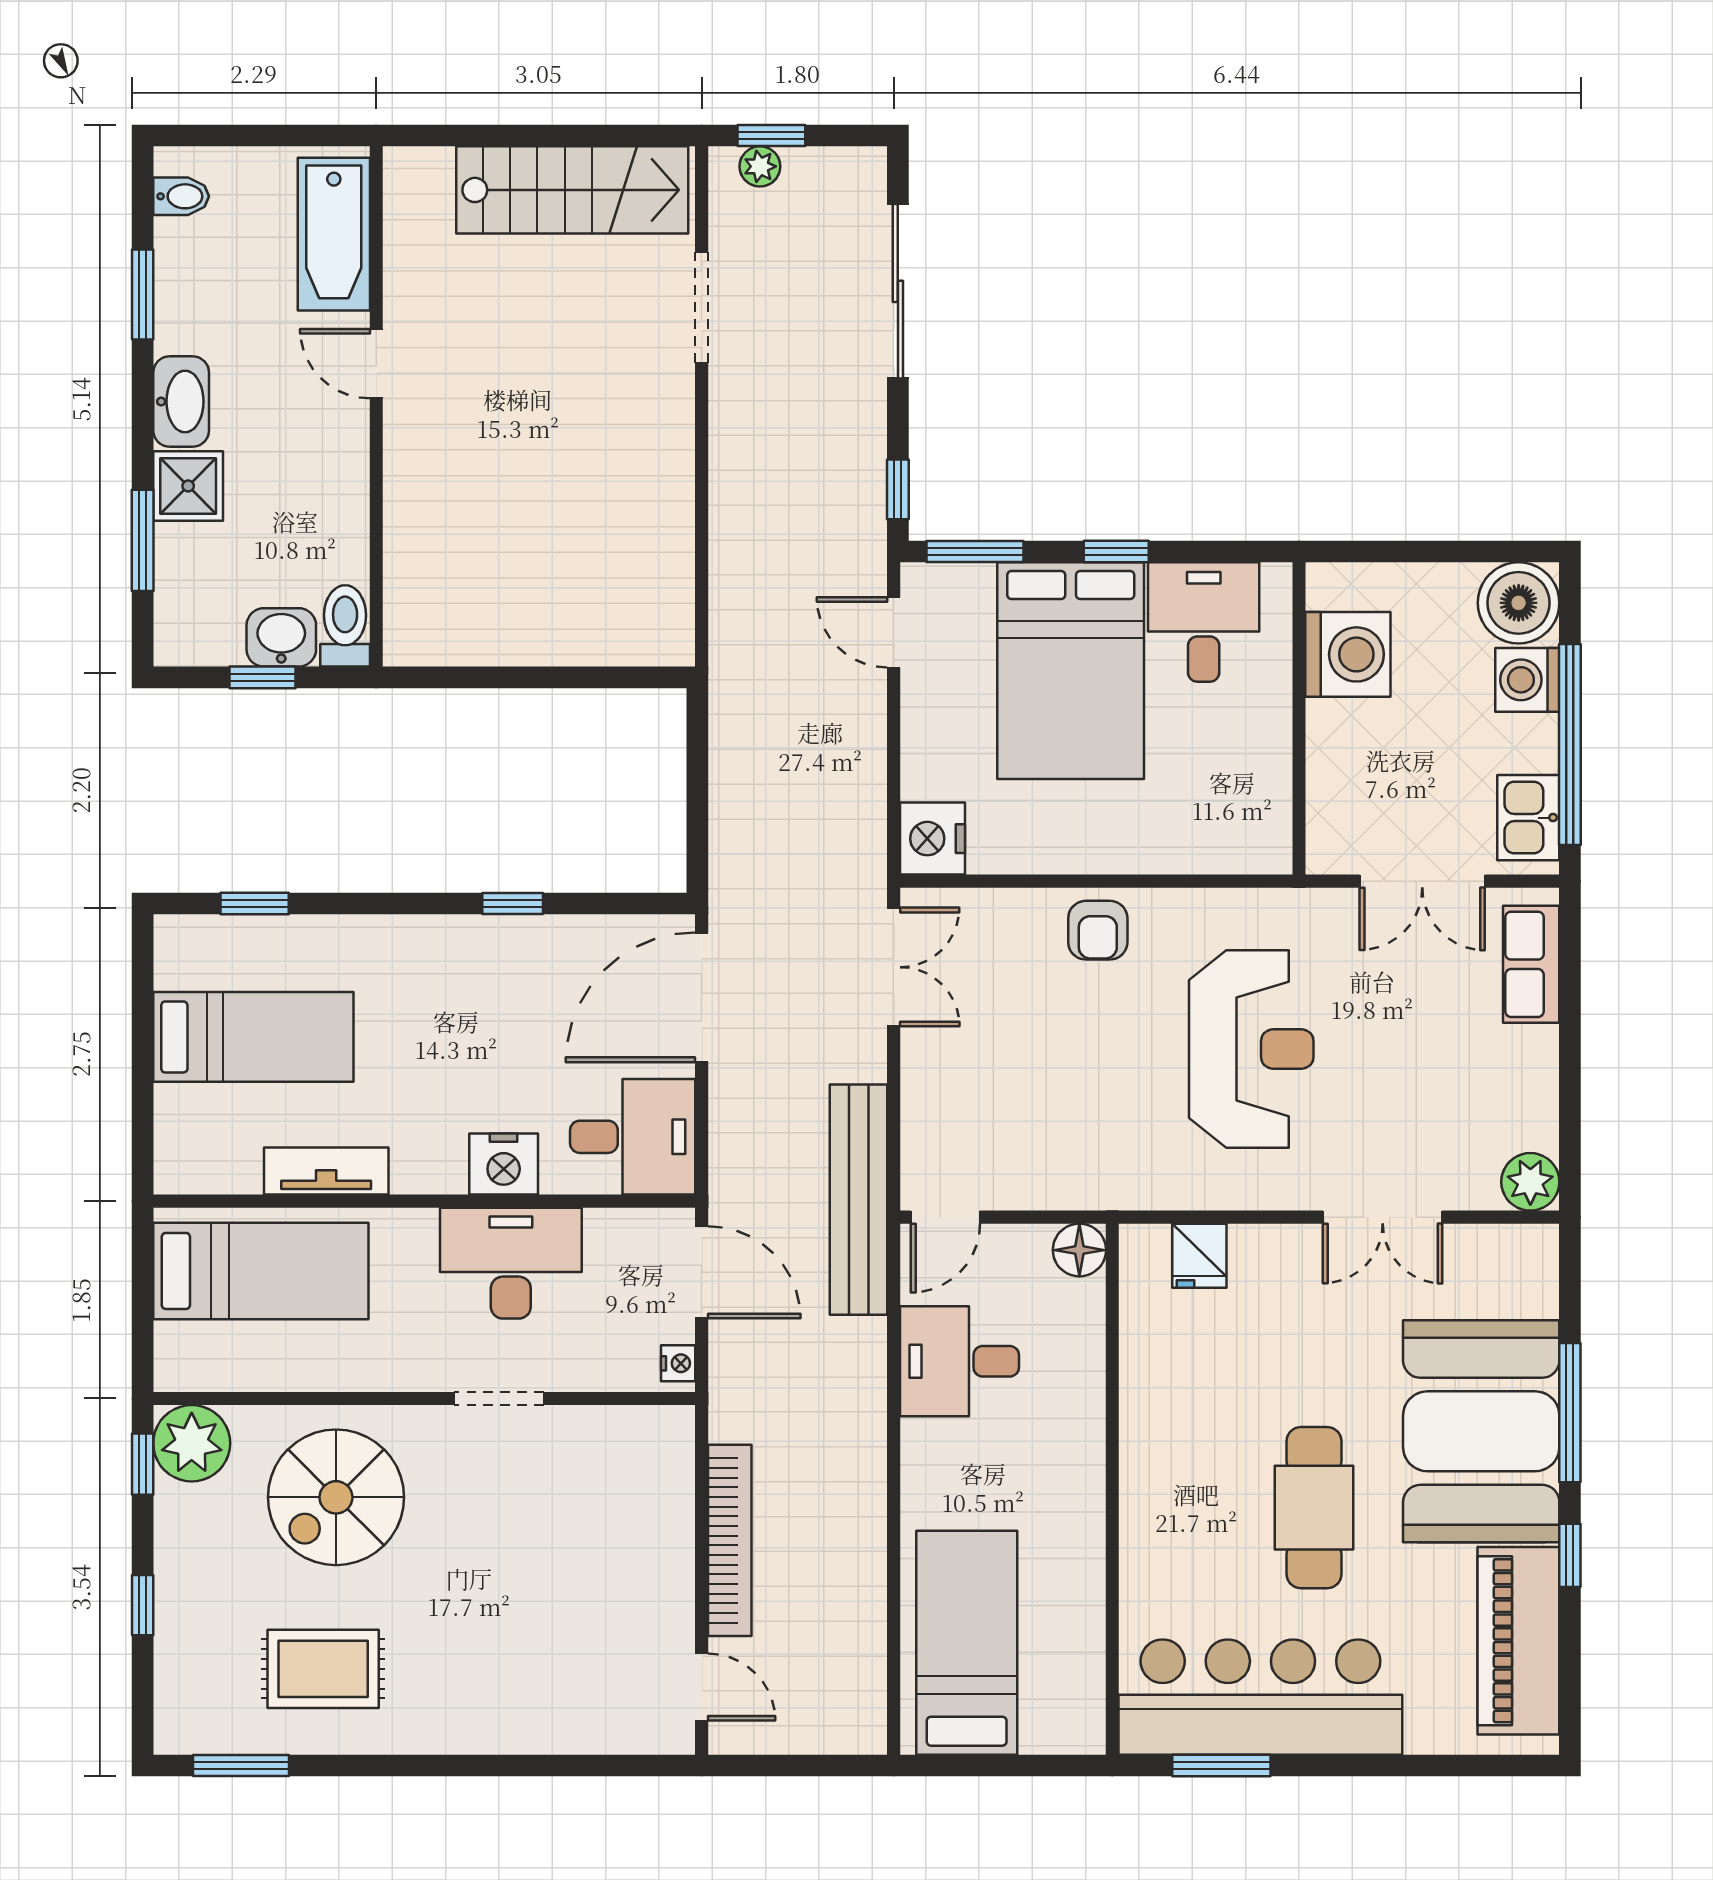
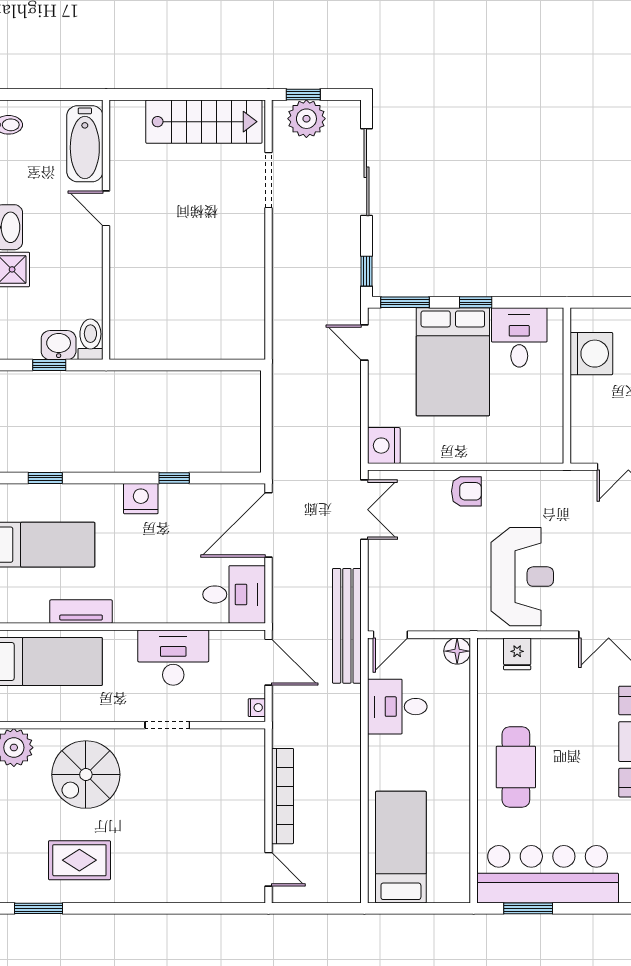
plant: (760, 166) -> (306, 119), width x1.88, depth x1.88
armchair: (1098, 930) -> (466, 491), turned -90
reception desk: (1251, 1049) -> (522, 577), moved
nightstand: (504, 1164) -> (141, 499), moved, turned 180
cafe table: (1314, 1508) -> (516, 767), moved

